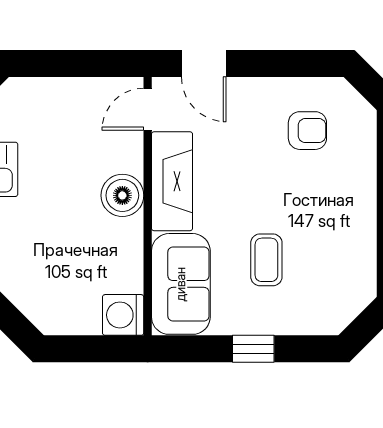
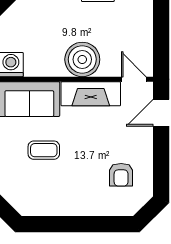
boiler: (122, 195) -> (82, 59), width x1.37, depth x1.37

